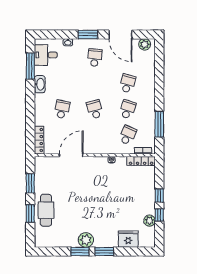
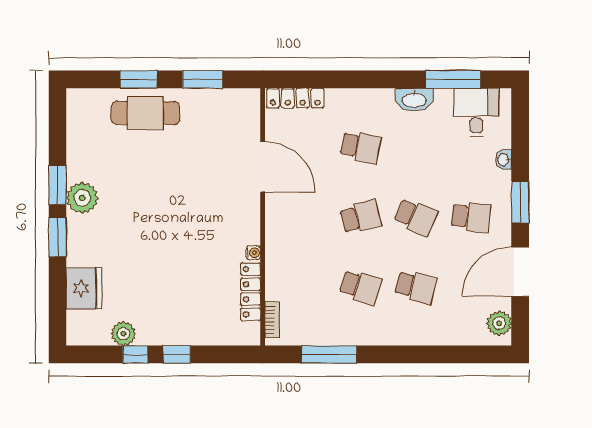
school desk: (128, 135) -> (416, 217), moved
locker: (141, 161) -> (251, 292), moved

